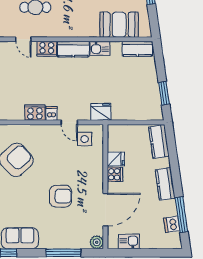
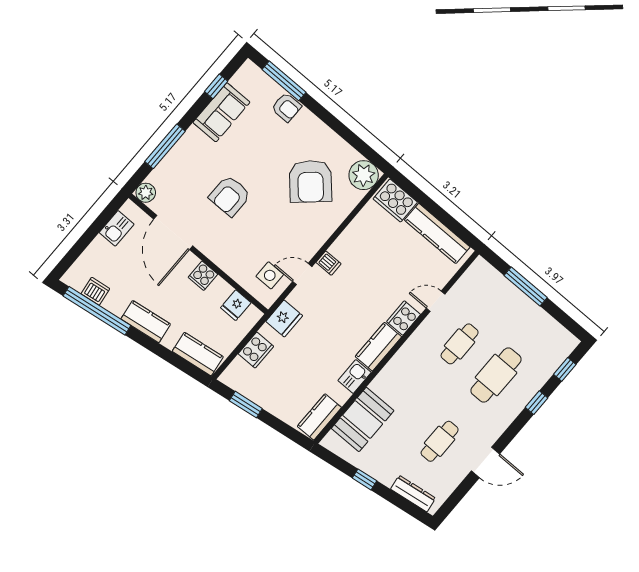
cooker: (35, 113) -> (256, 350), moved
fridge: (116, 159) -> (236, 305), moved
window: (181, 215) -> (97, 311), width x1.46

